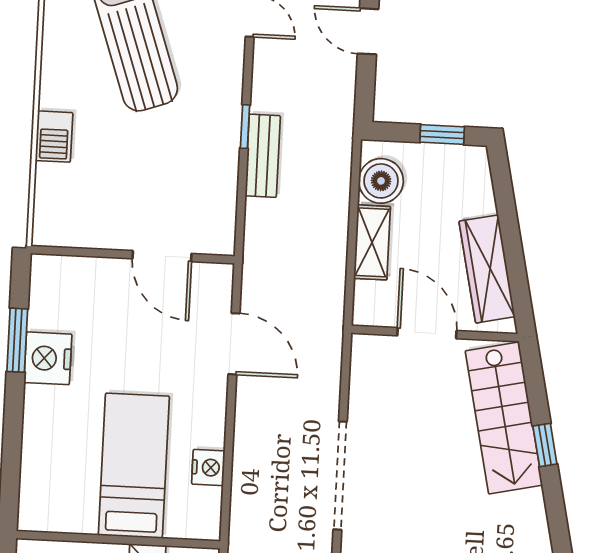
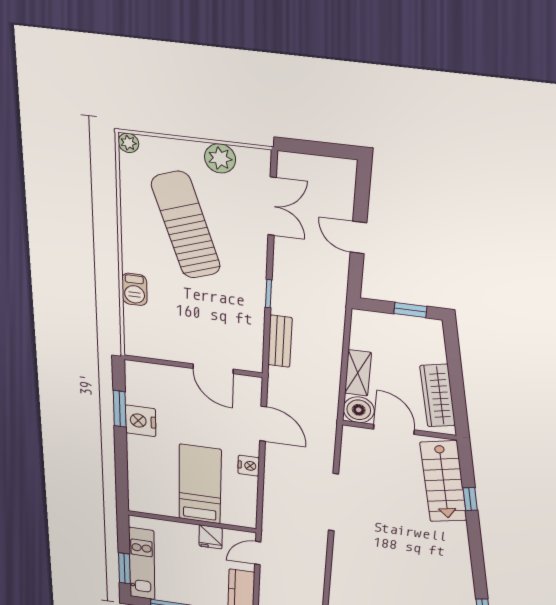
bench: (263, 156) -> (280, 341), moved
boiler: (381, 181) -> (359, 410), moved
nightstand: (208, 467) -> (249, 466), moved

